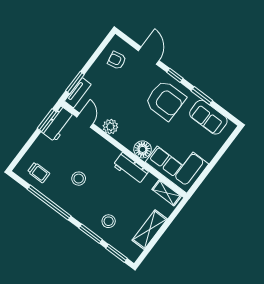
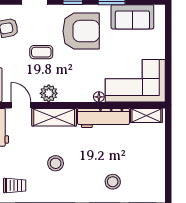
coffee table: (127, 94) -> (41, 52), added
floor lamp: (143, 149) -> (99, 97), width x0.53, depth x0.53
workbench: (131, 168) -> (103, 118), width x1.38
shelving: (150, 230) -> (54, 117), moved, turned 90

